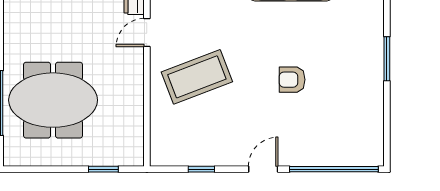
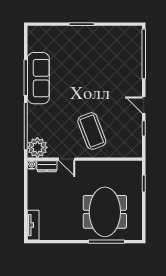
armchair: (292, 80) -> (93, 77), removed
door: (263, 169) -> (144, 105), moved

